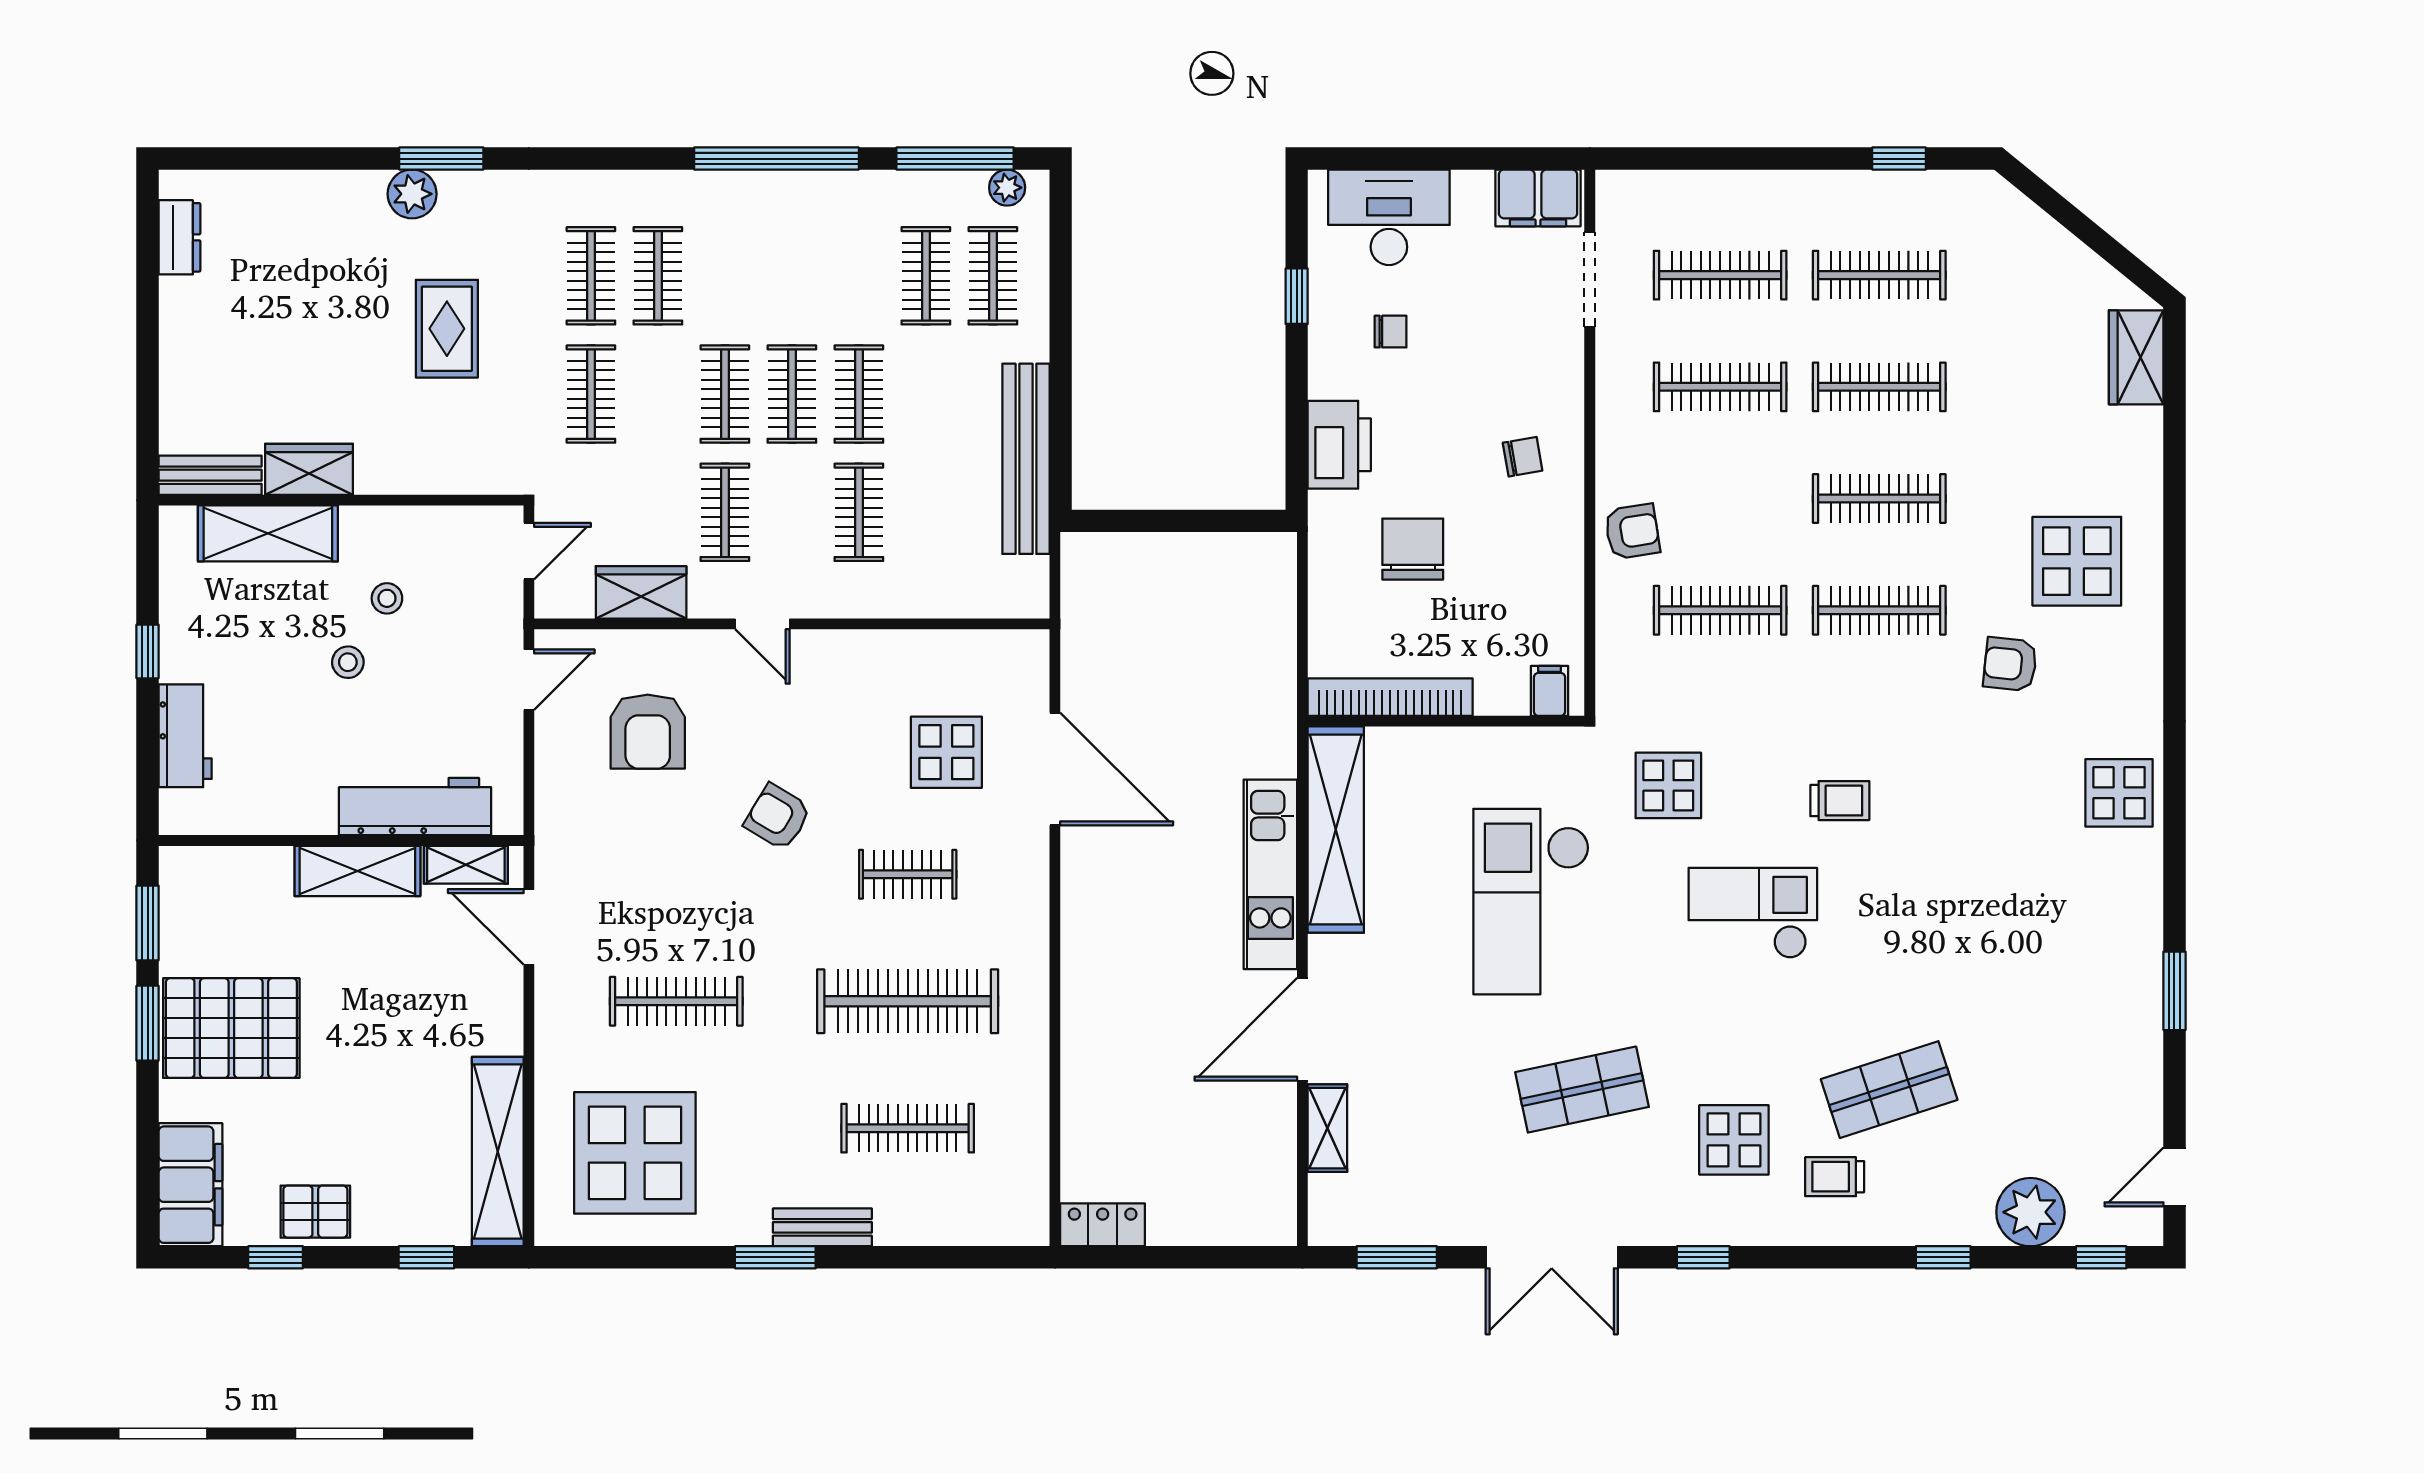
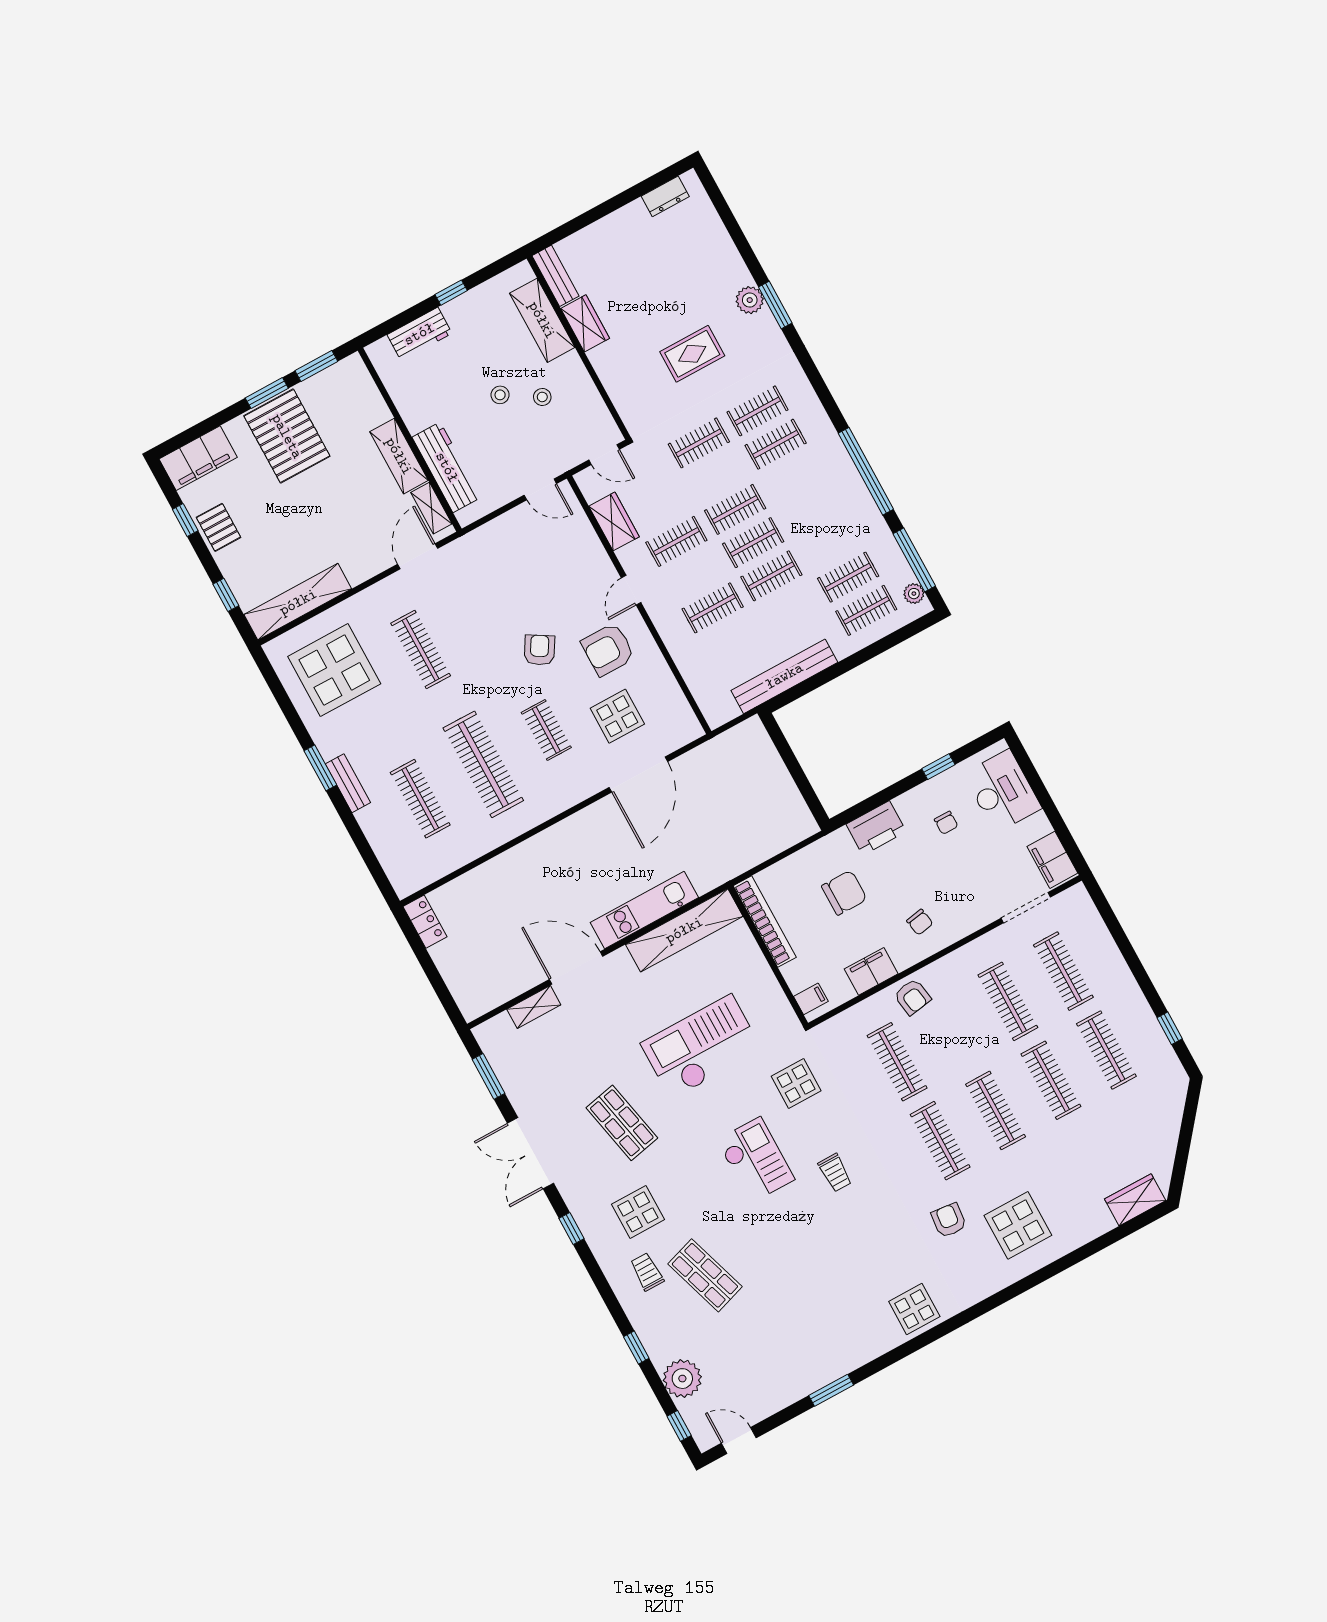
filing cabinet: (1558, 574) -> (871, 971), added
armchair: (648, 732) -> (608, 649), moved

